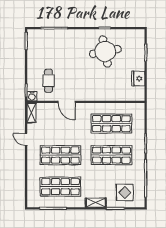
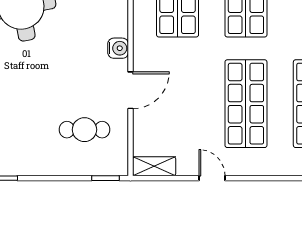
water cooler: (32, 96) -> (118, 48), moved
door: (26, 139) -> (212, 178), swing flipped

